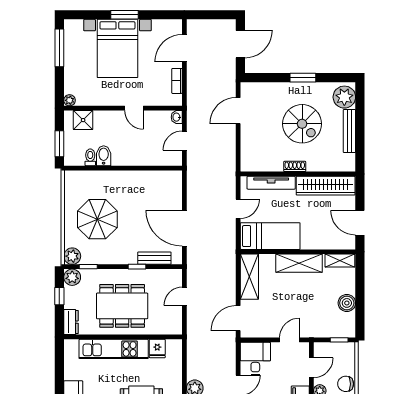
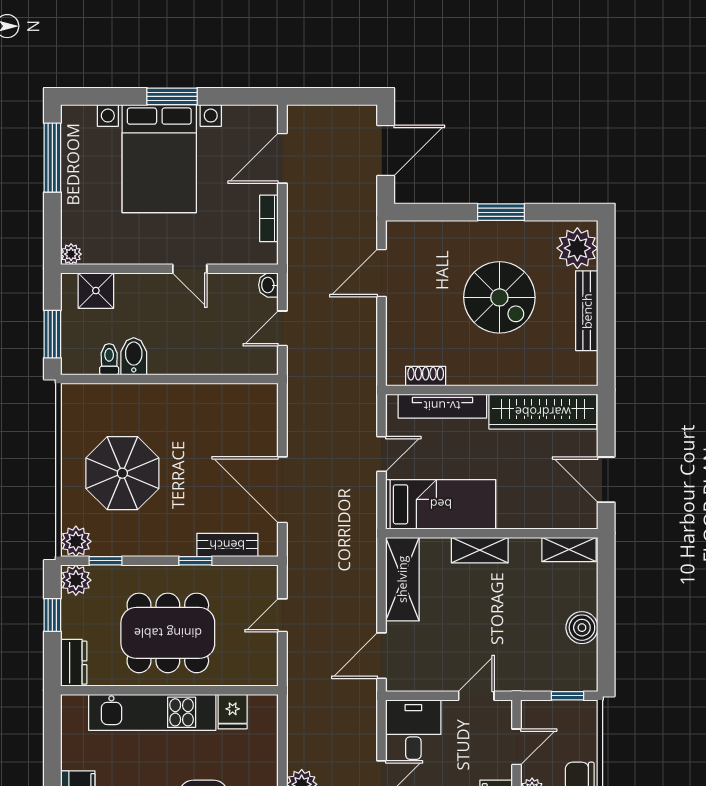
shoe rack: (295, 166) -> (426, 376), moved
shelving: (299, 263) -> (480, 550), width x0.67, depth x0.75

